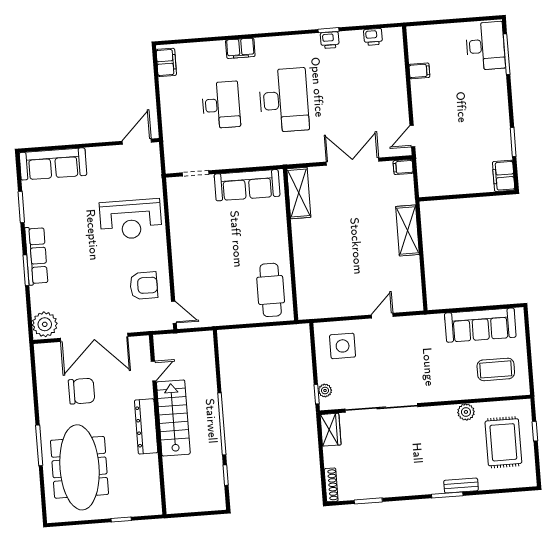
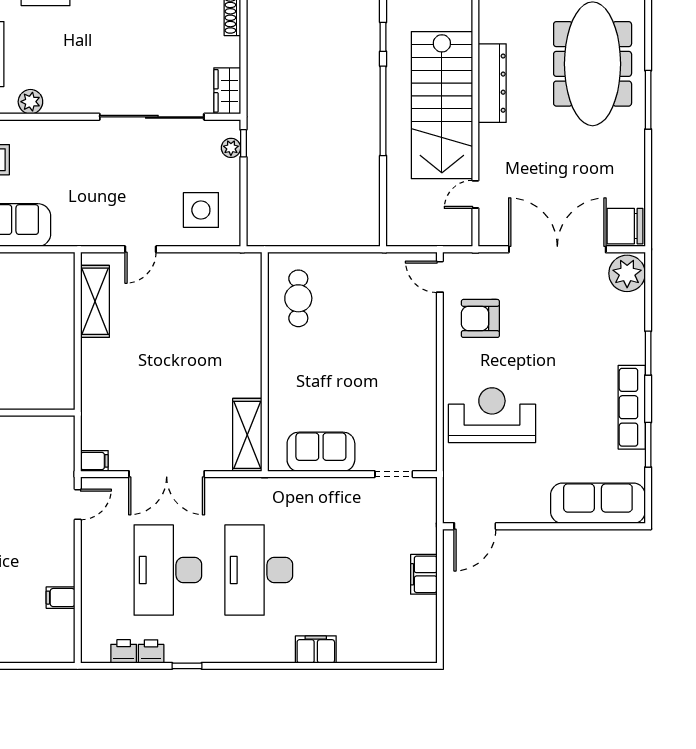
printer: (330, 40) -> (151, 651), moved
filing cabinet: (166, 62) -> (424, 574), moved
desk: (221, 105) -> (168, 570), moved, width x1.36, depth x1.30
sofa: (247, 185) -> (321, 452), width x0.73
shelving: (407, 230) -> (95, 301), moved
row of seats: (36, 256) -> (632, 407), moved
cafe table: (271, 290) -> (298, 298), width x0.73, depth x0.74
chair: (82, 391) -> (625, 226), moved
stairs: (173, 418) -> (442, 105), width x1.36, depth x1.51
dresser: (146, 426) -> (492, 83), moved

